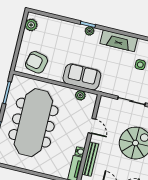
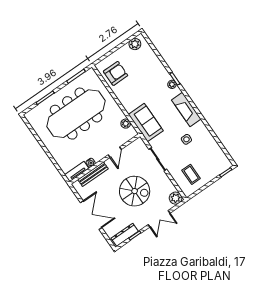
armchair: (36, 62) -> (116, 73), turned 78
sofa: (82, 77) -> (146, 123), moved

